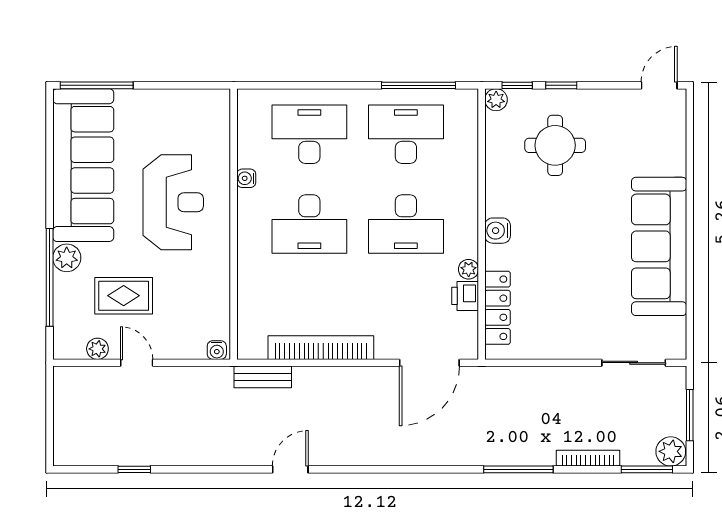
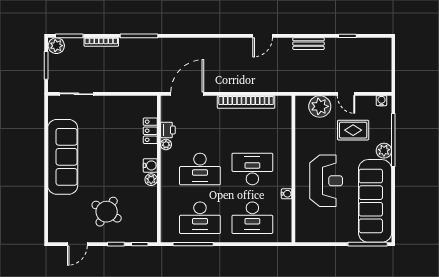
door: (659, 85) -> (77, 244), moved
plant: (496, 100) -> (151, 180), moved
round table: (555, 145) -> (107, 212), moved, turned 32
reception desk: (173, 202) -> (326, 181), turned 180
desk: (406, 224) -> (200, 169), turned 180
locker: (498, 308) -> (150, 131), width x0.66
plant: (97, 349) -> (320, 106), moved, width x1.88, depth x1.88
water cooler: (217, 350) -> (381, 101), moved
bench: (263, 377) -> (309, 44), moved

